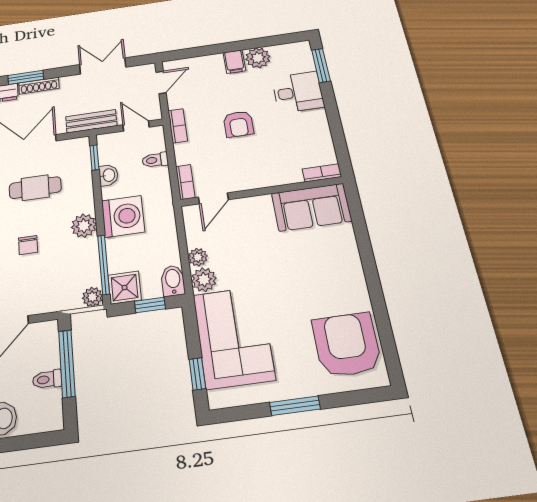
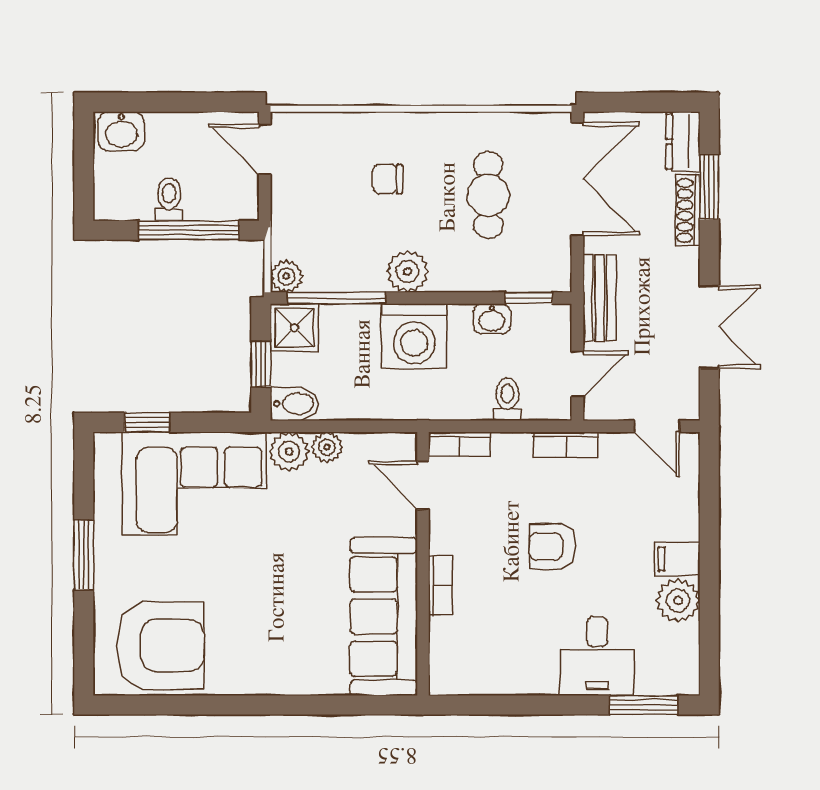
bookcase: (322, 173) -> (441, 585), moved
sofa: (311, 207) -> (384, 617), width x1.36

